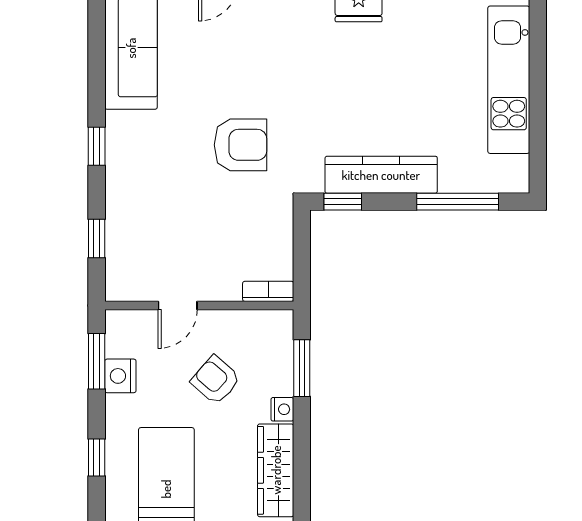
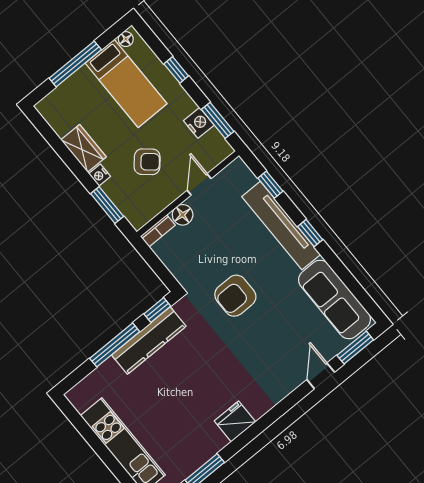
tv unit: (123, 182) -> (281, 226), added
window: (458, 202) -> (115, 345), moved
floor lamp: (225, 286) -> (183, 215), added
wardrobe: (276, 470) -> (84, 148), width x0.67

